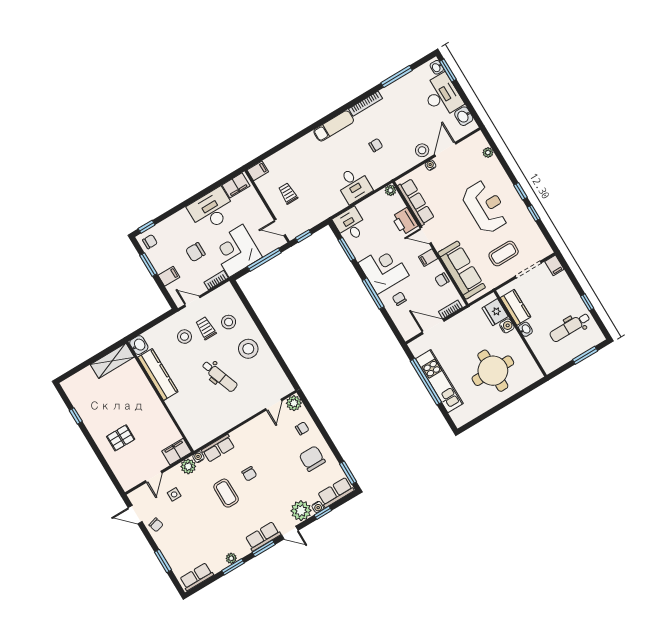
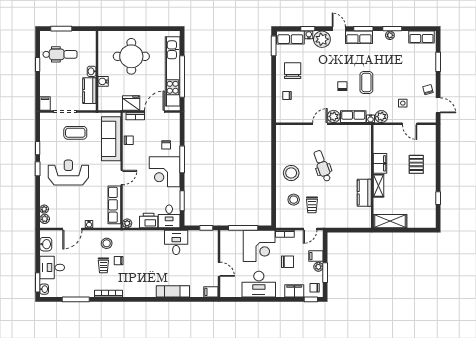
desk: (442, 95) -> (52, 268), width x0.73
exam couch: (334, 126) -> (173, 291), moved
plant: (481, 142) -> (45, 219), added
stool: (422, 150) -> (107, 243), moved
filing cabinet: (236, 185) -> (294, 291), moved
desk: (354, 185) -> (176, 242), moved
trolley: (288, 193) -> (103, 265), moved
reception desk: (485, 207) -> (68, 173), turned 90
printer: (405, 221) -> (149, 220), moved, turned -90
door: (280, 227) -> (219, 269), moved
door: (426, 236) -> (122, 178), hinge flipped
filing cabinet: (428, 258) -> (129, 161), removed
plant: (159, 266) -> (318, 267), added
door: (192, 301) -> (310, 229), hinge flipped
fridge: (495, 312) -> (131, 103), moved, turned -90
door: (433, 327) -> (154, 111), swing flipped
stool: (184, 337) -> (330, 208), removed
washbasin: (139, 345) -> (365, 221), removed
kitchen counter: (158, 374) -> (364, 193), width x0.67
kitchen unit: (439, 381) -> (173, 71), width x1.36
shelving: (147, 391) -> (378, 186), added
plant: (294, 403) -> (334, 116), moved
door: (274, 405) -> (320, 124), moved
pallet: (121, 438) -> (416, 164), turned 90
filing cabinet: (177, 452) -> (380, 163), moved, turned -90
chair: (312, 459) -> (293, 71), turned 180
door: (154, 477) -> (410, 124), swing flipped

